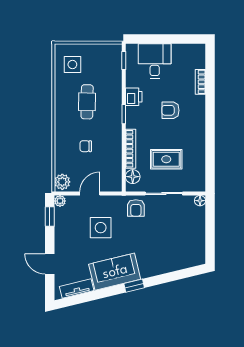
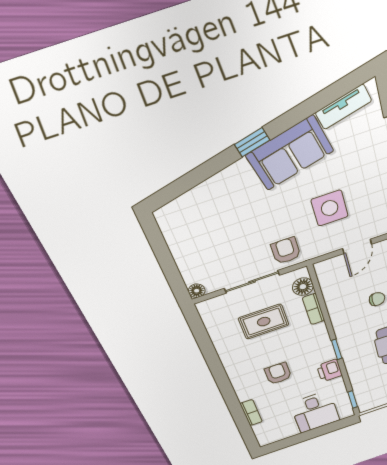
armchair: (170, 110) -> (278, 373), turned -90
bookcase: (131, 149) -> (314, 309), width x0.64

